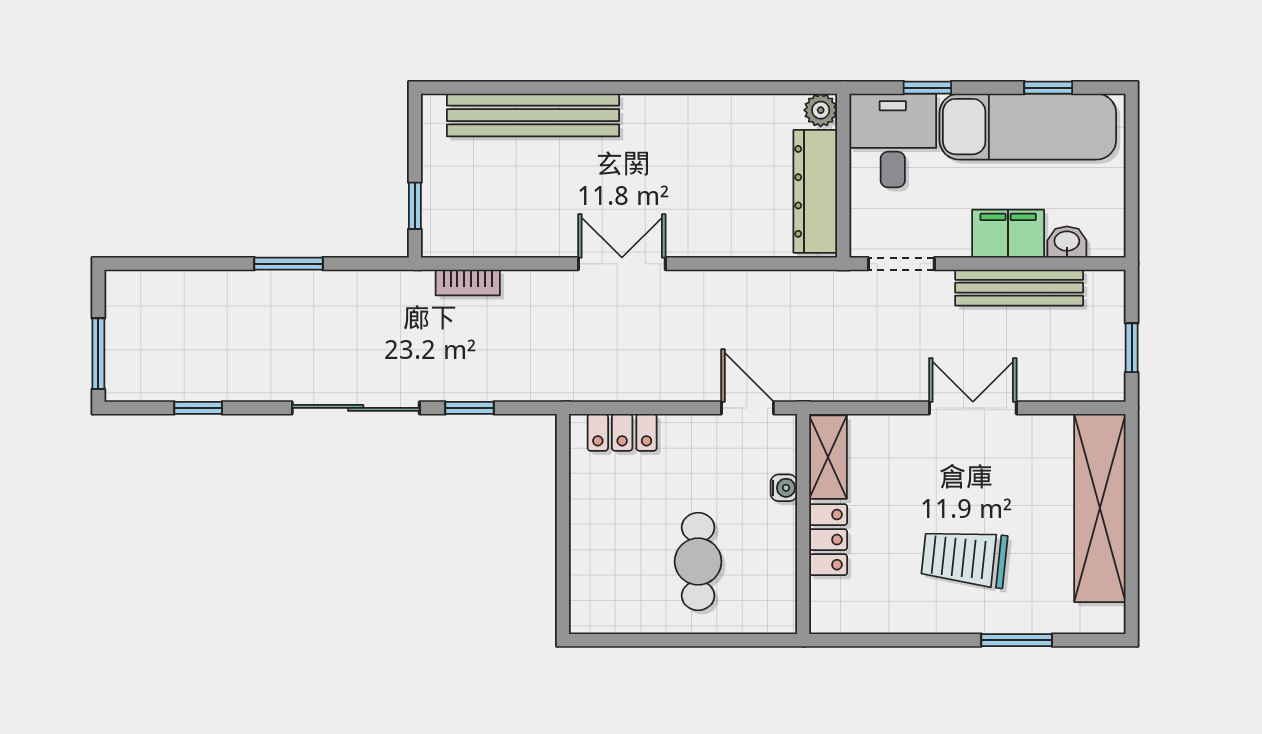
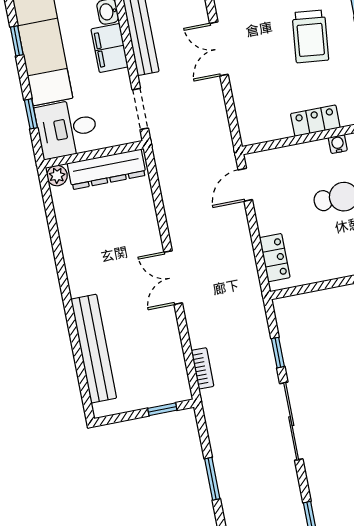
shelving: (828, 457) -> (266, 130), removed
water cooler: (784, 488) -> (338, 144), moved

